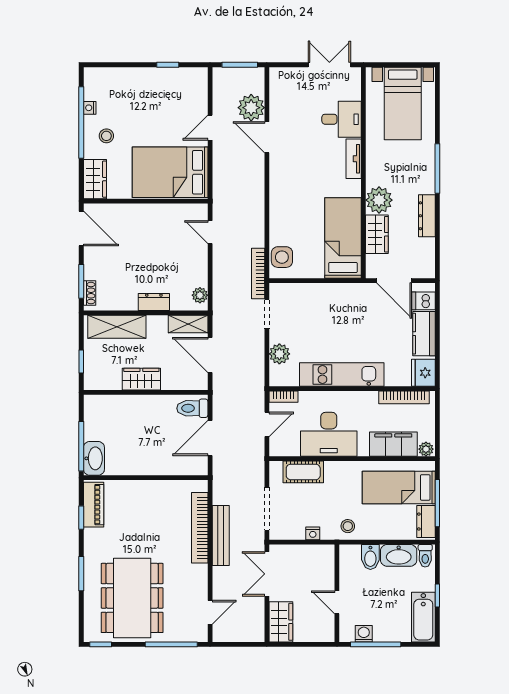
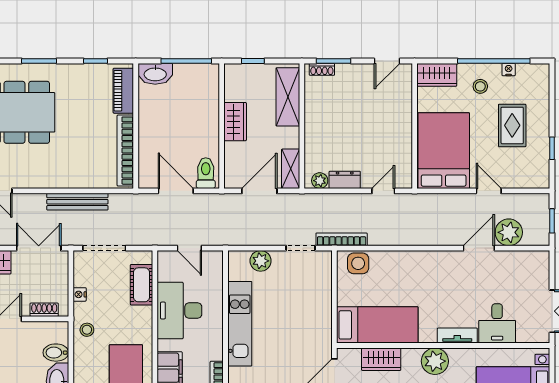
window: (240, 65) -> (552, 221), width x0.67
rug: (145, 104) -> (512, 125), added
plant: (379, 200) -> (435, 361), moved
door: (81, 228) -> (387, 61), width x0.73
dresser: (154, 302) -> (345, 180), moved, turned -90
bookcase: (284, 397) -> (217, 265), removed
window: (81, 446) -> (186, 61), moved
piano: (94, 505) -> (123, 91), moved, turned 90
bookcase: (200, 528) -> (125, 151), moved, turned -90
shoe rack: (328, 568) -> (44, 310), added

